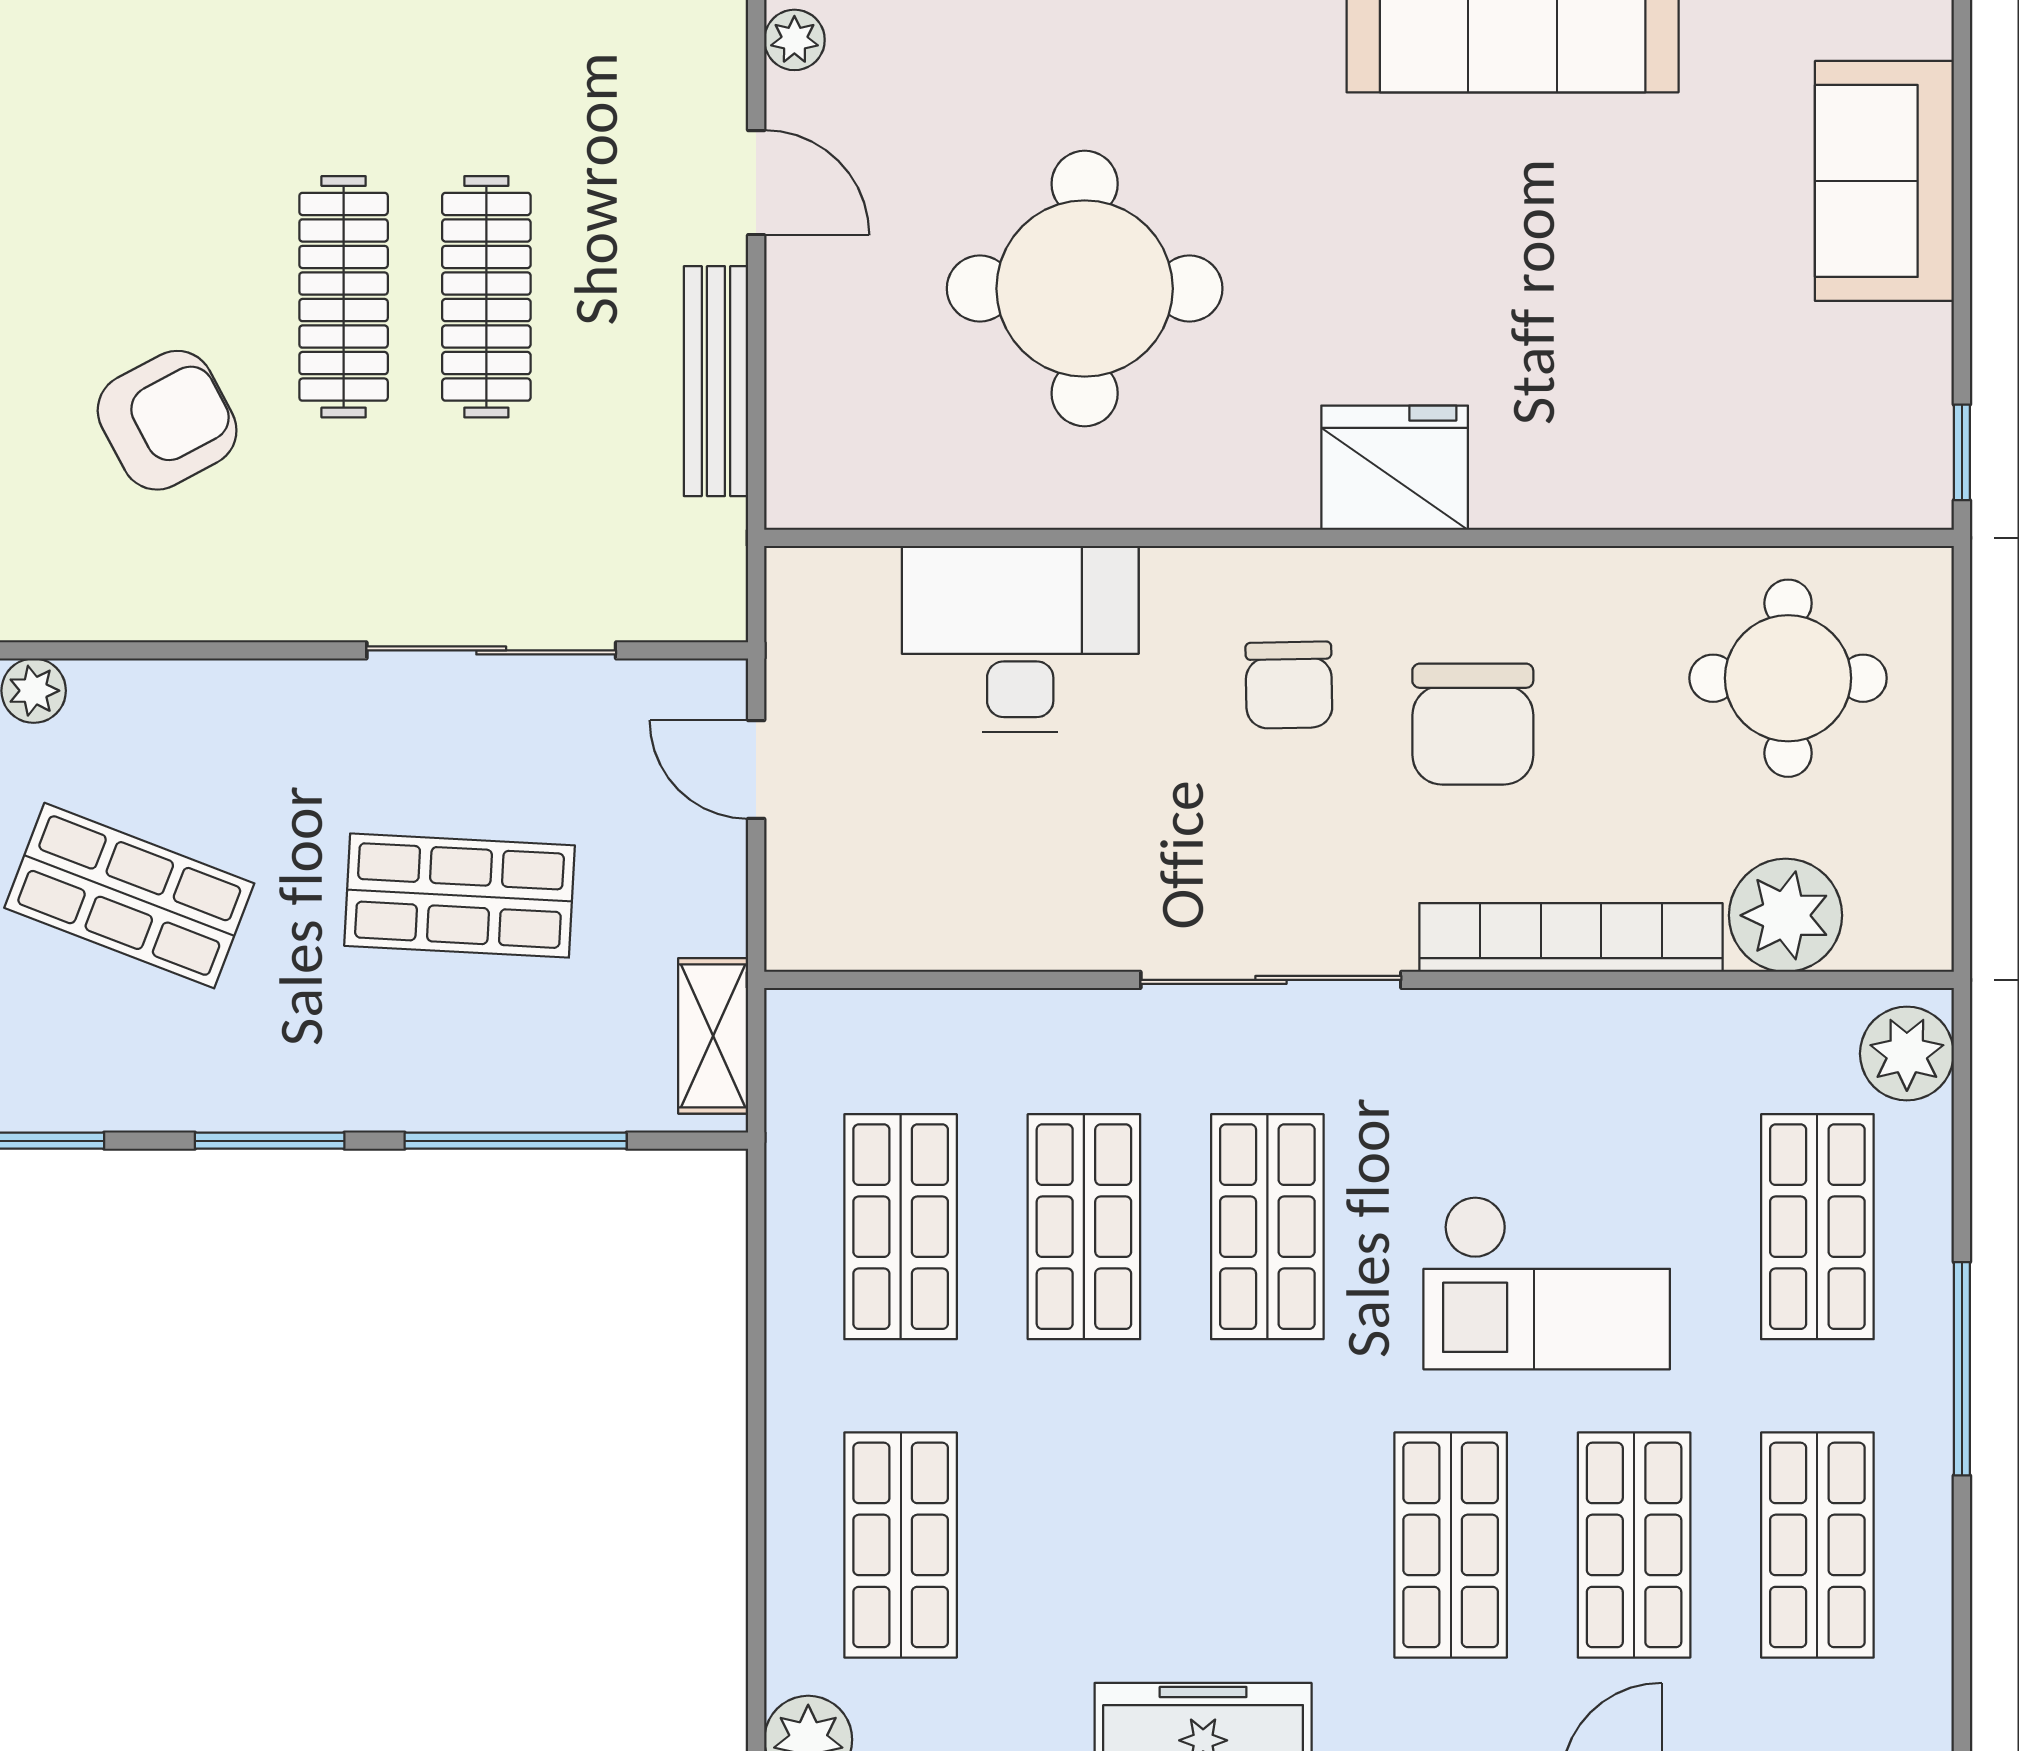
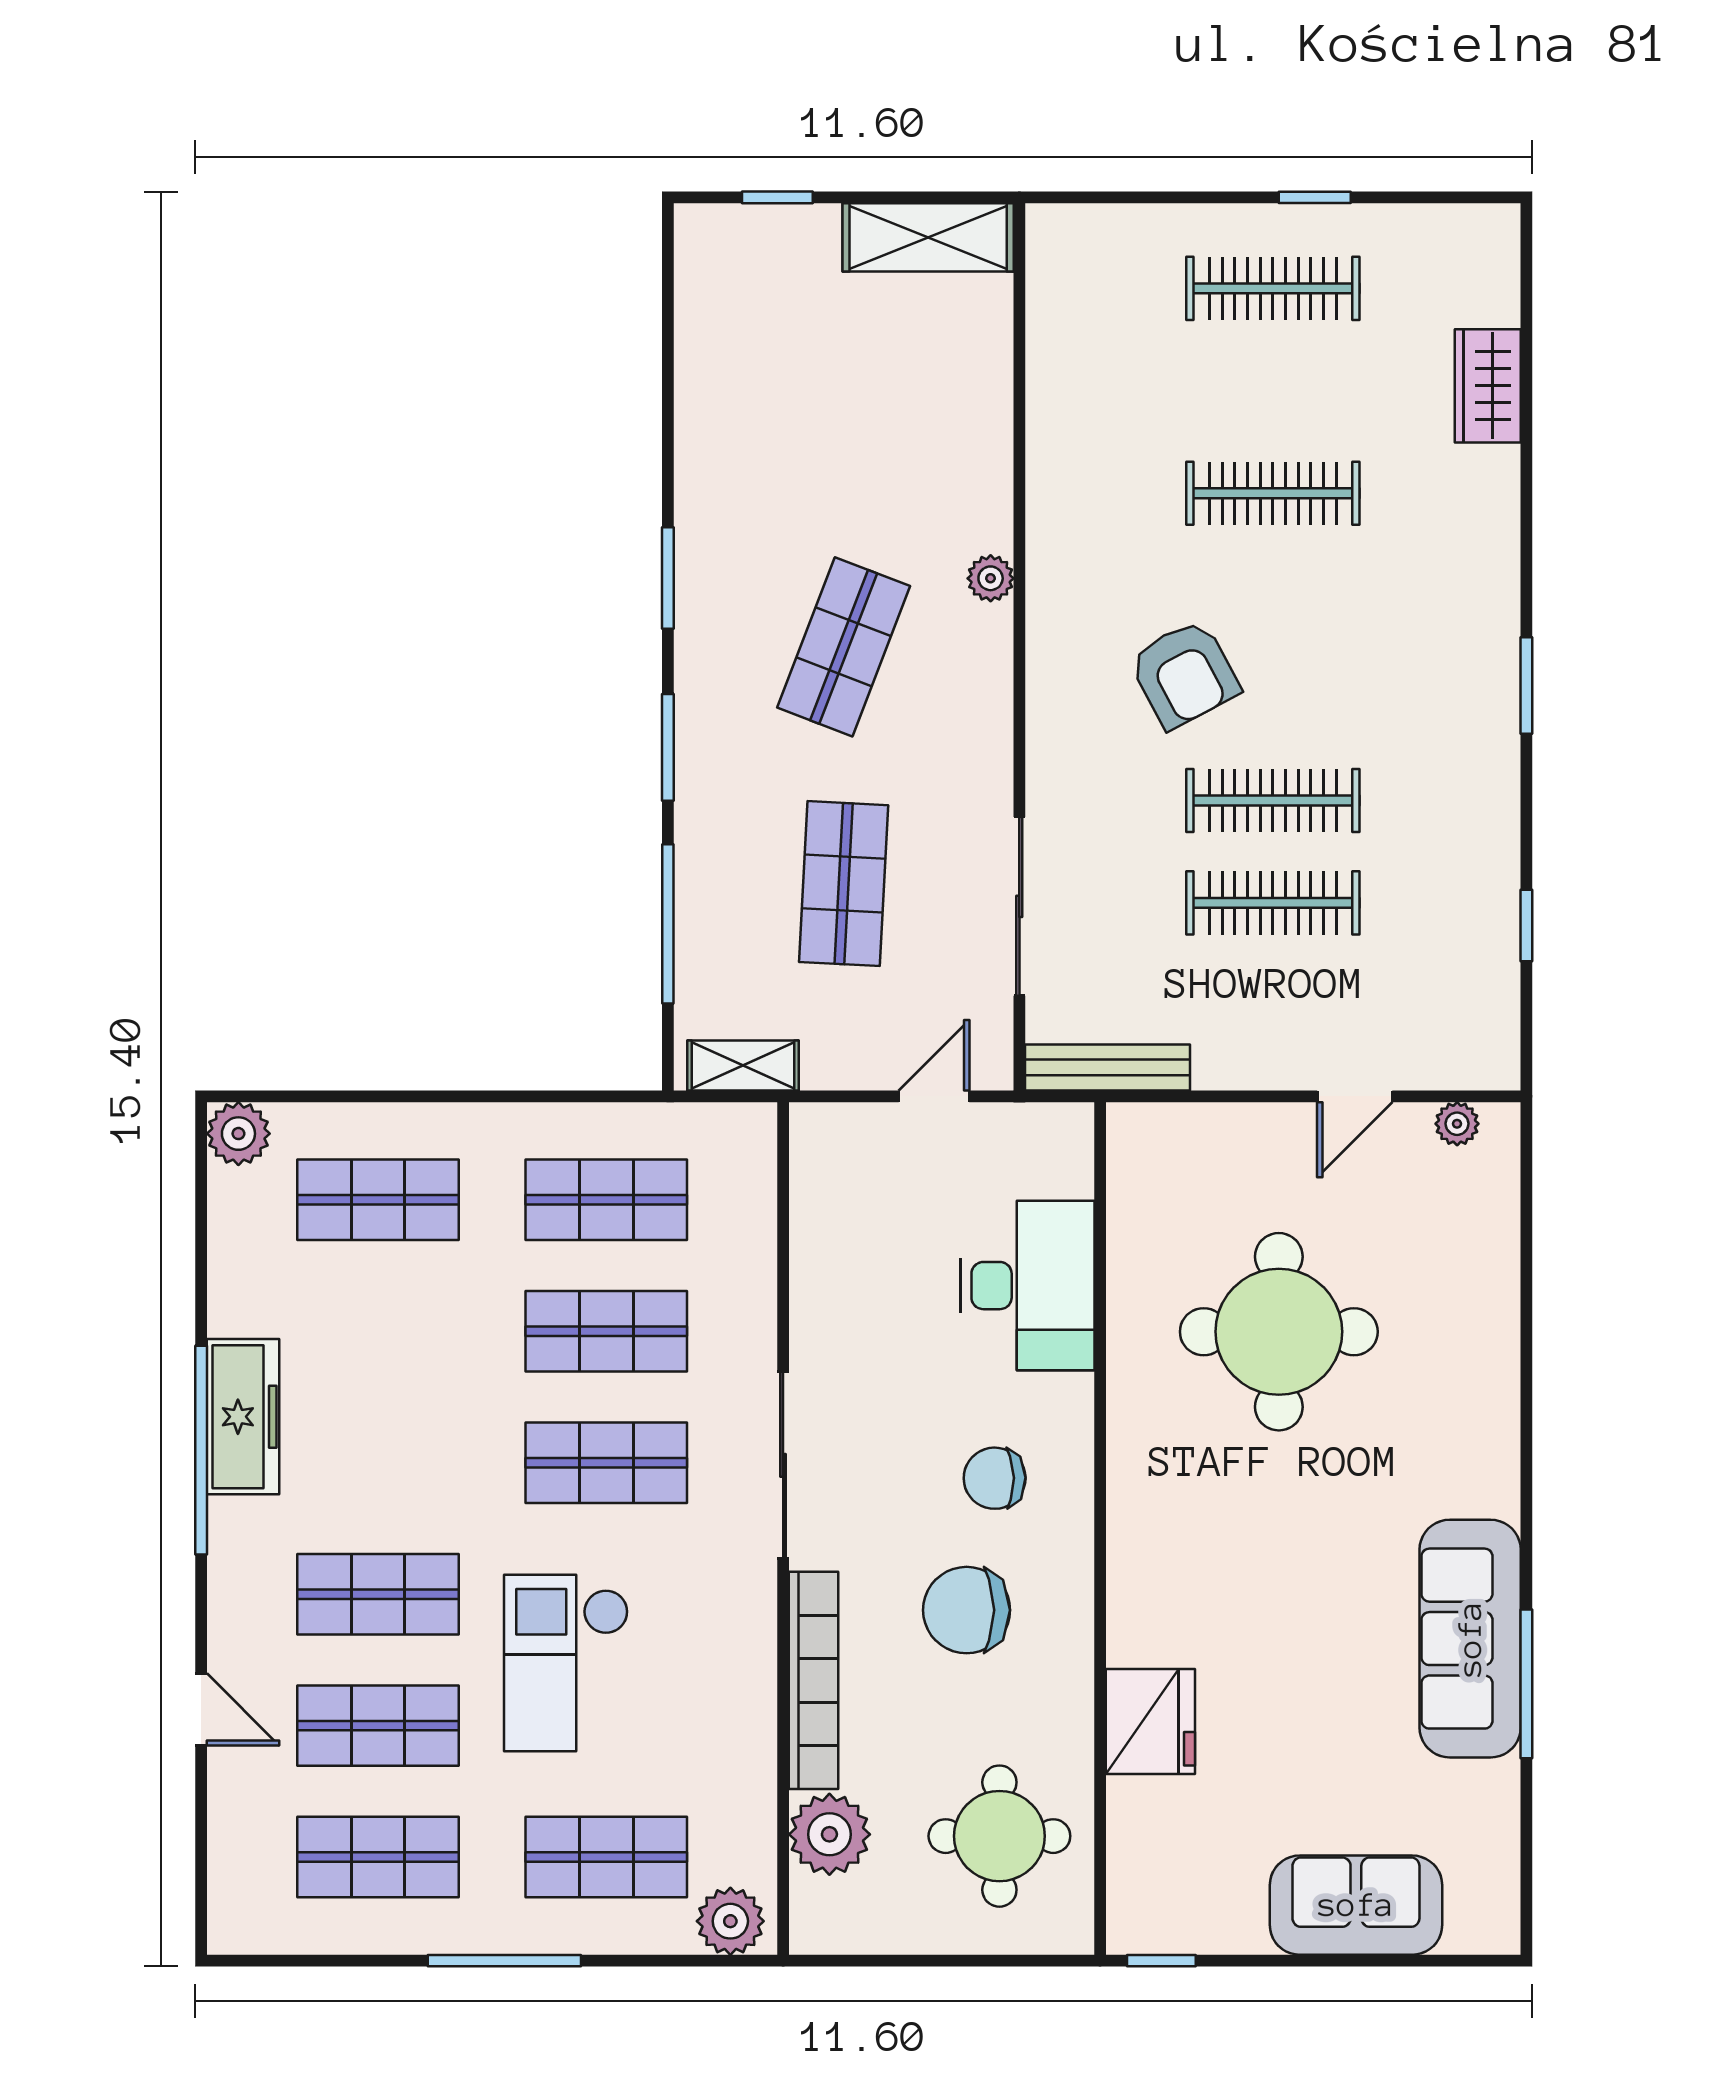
bench: (716, 381) -> (1108, 1067), moved
fridge: (1395, 468) -> (1150, 1721), moved

